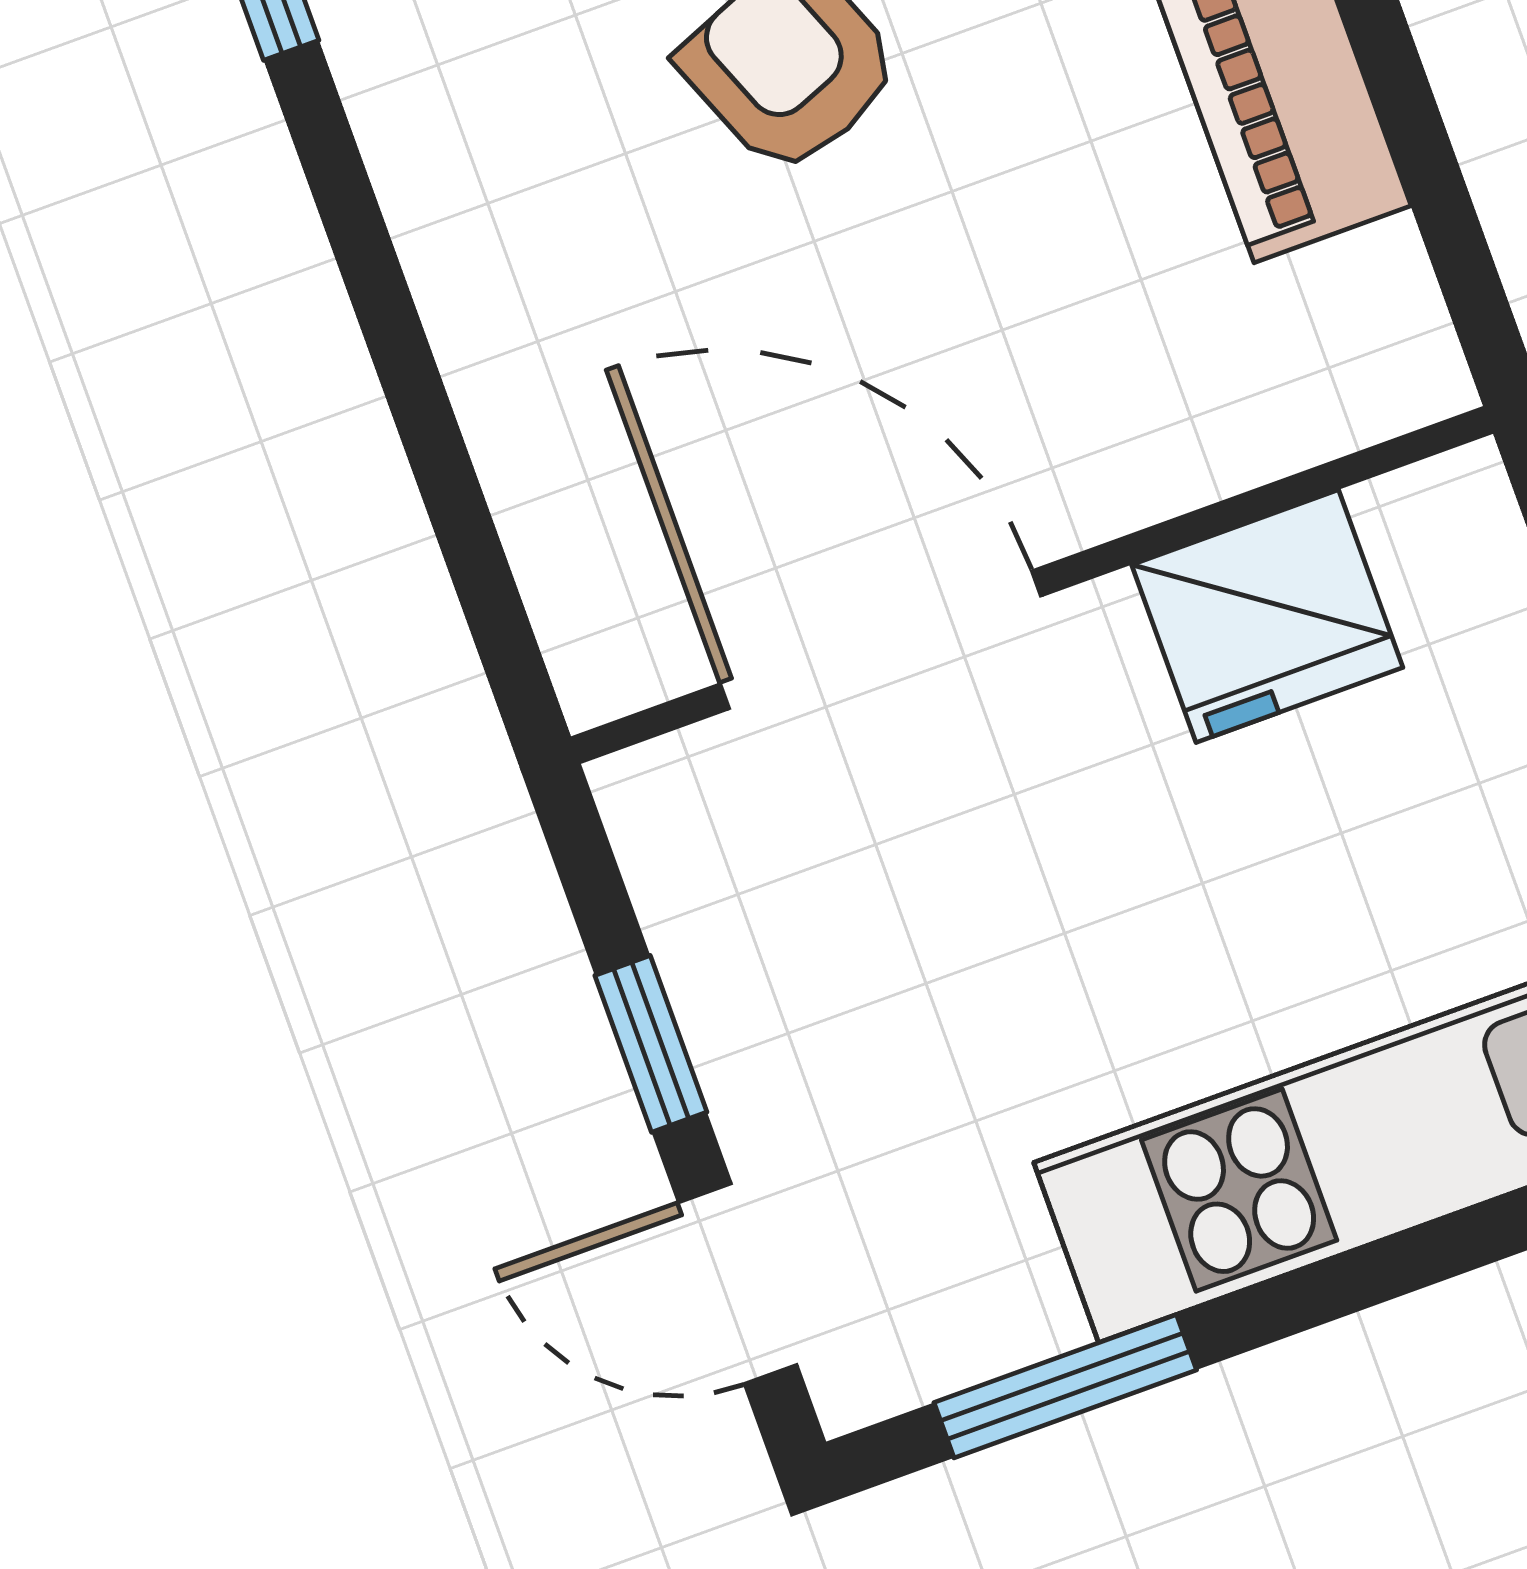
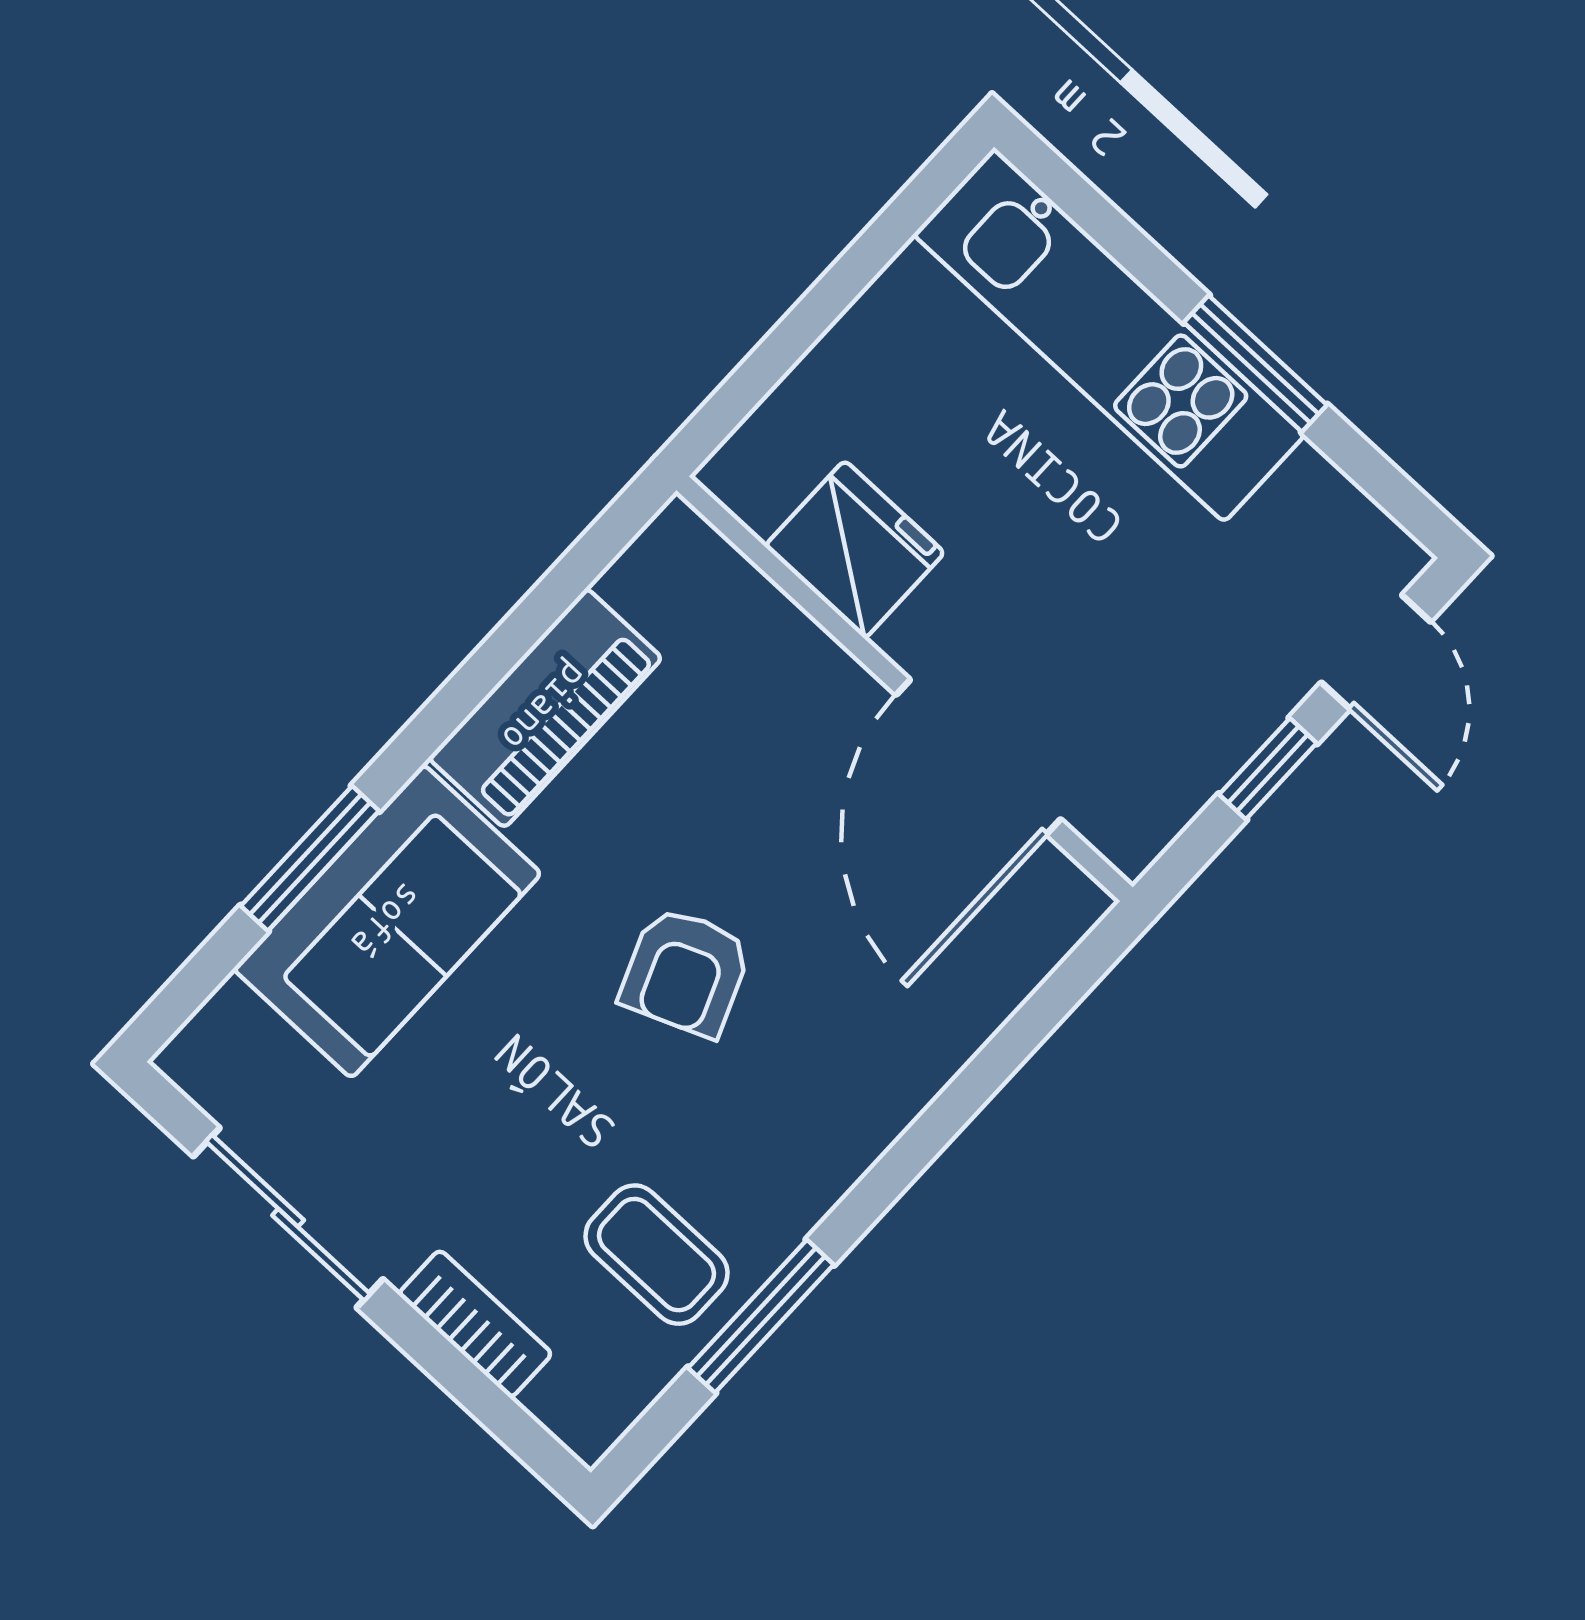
window: (1065, 1386) -> (1255, 364), moved

